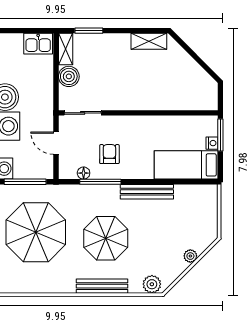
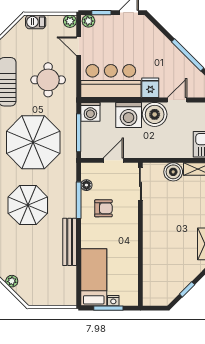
window: (199, 61) -> (187, 289), added
window: (220, 135) -> (108, 308), moved

